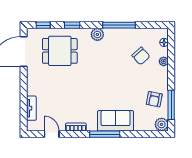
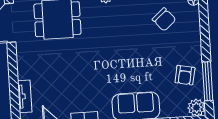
plant: (164, 61) -> (194, 25), removed

